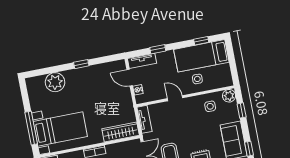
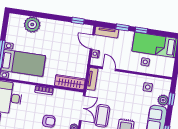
window: (201, 41) -> (141, 30), moved
window: (81, 64) -> (78, 21), moved
plant: (229, 96) -> (163, 100), moved
door: (175, 98) -> (109, 69), moved

